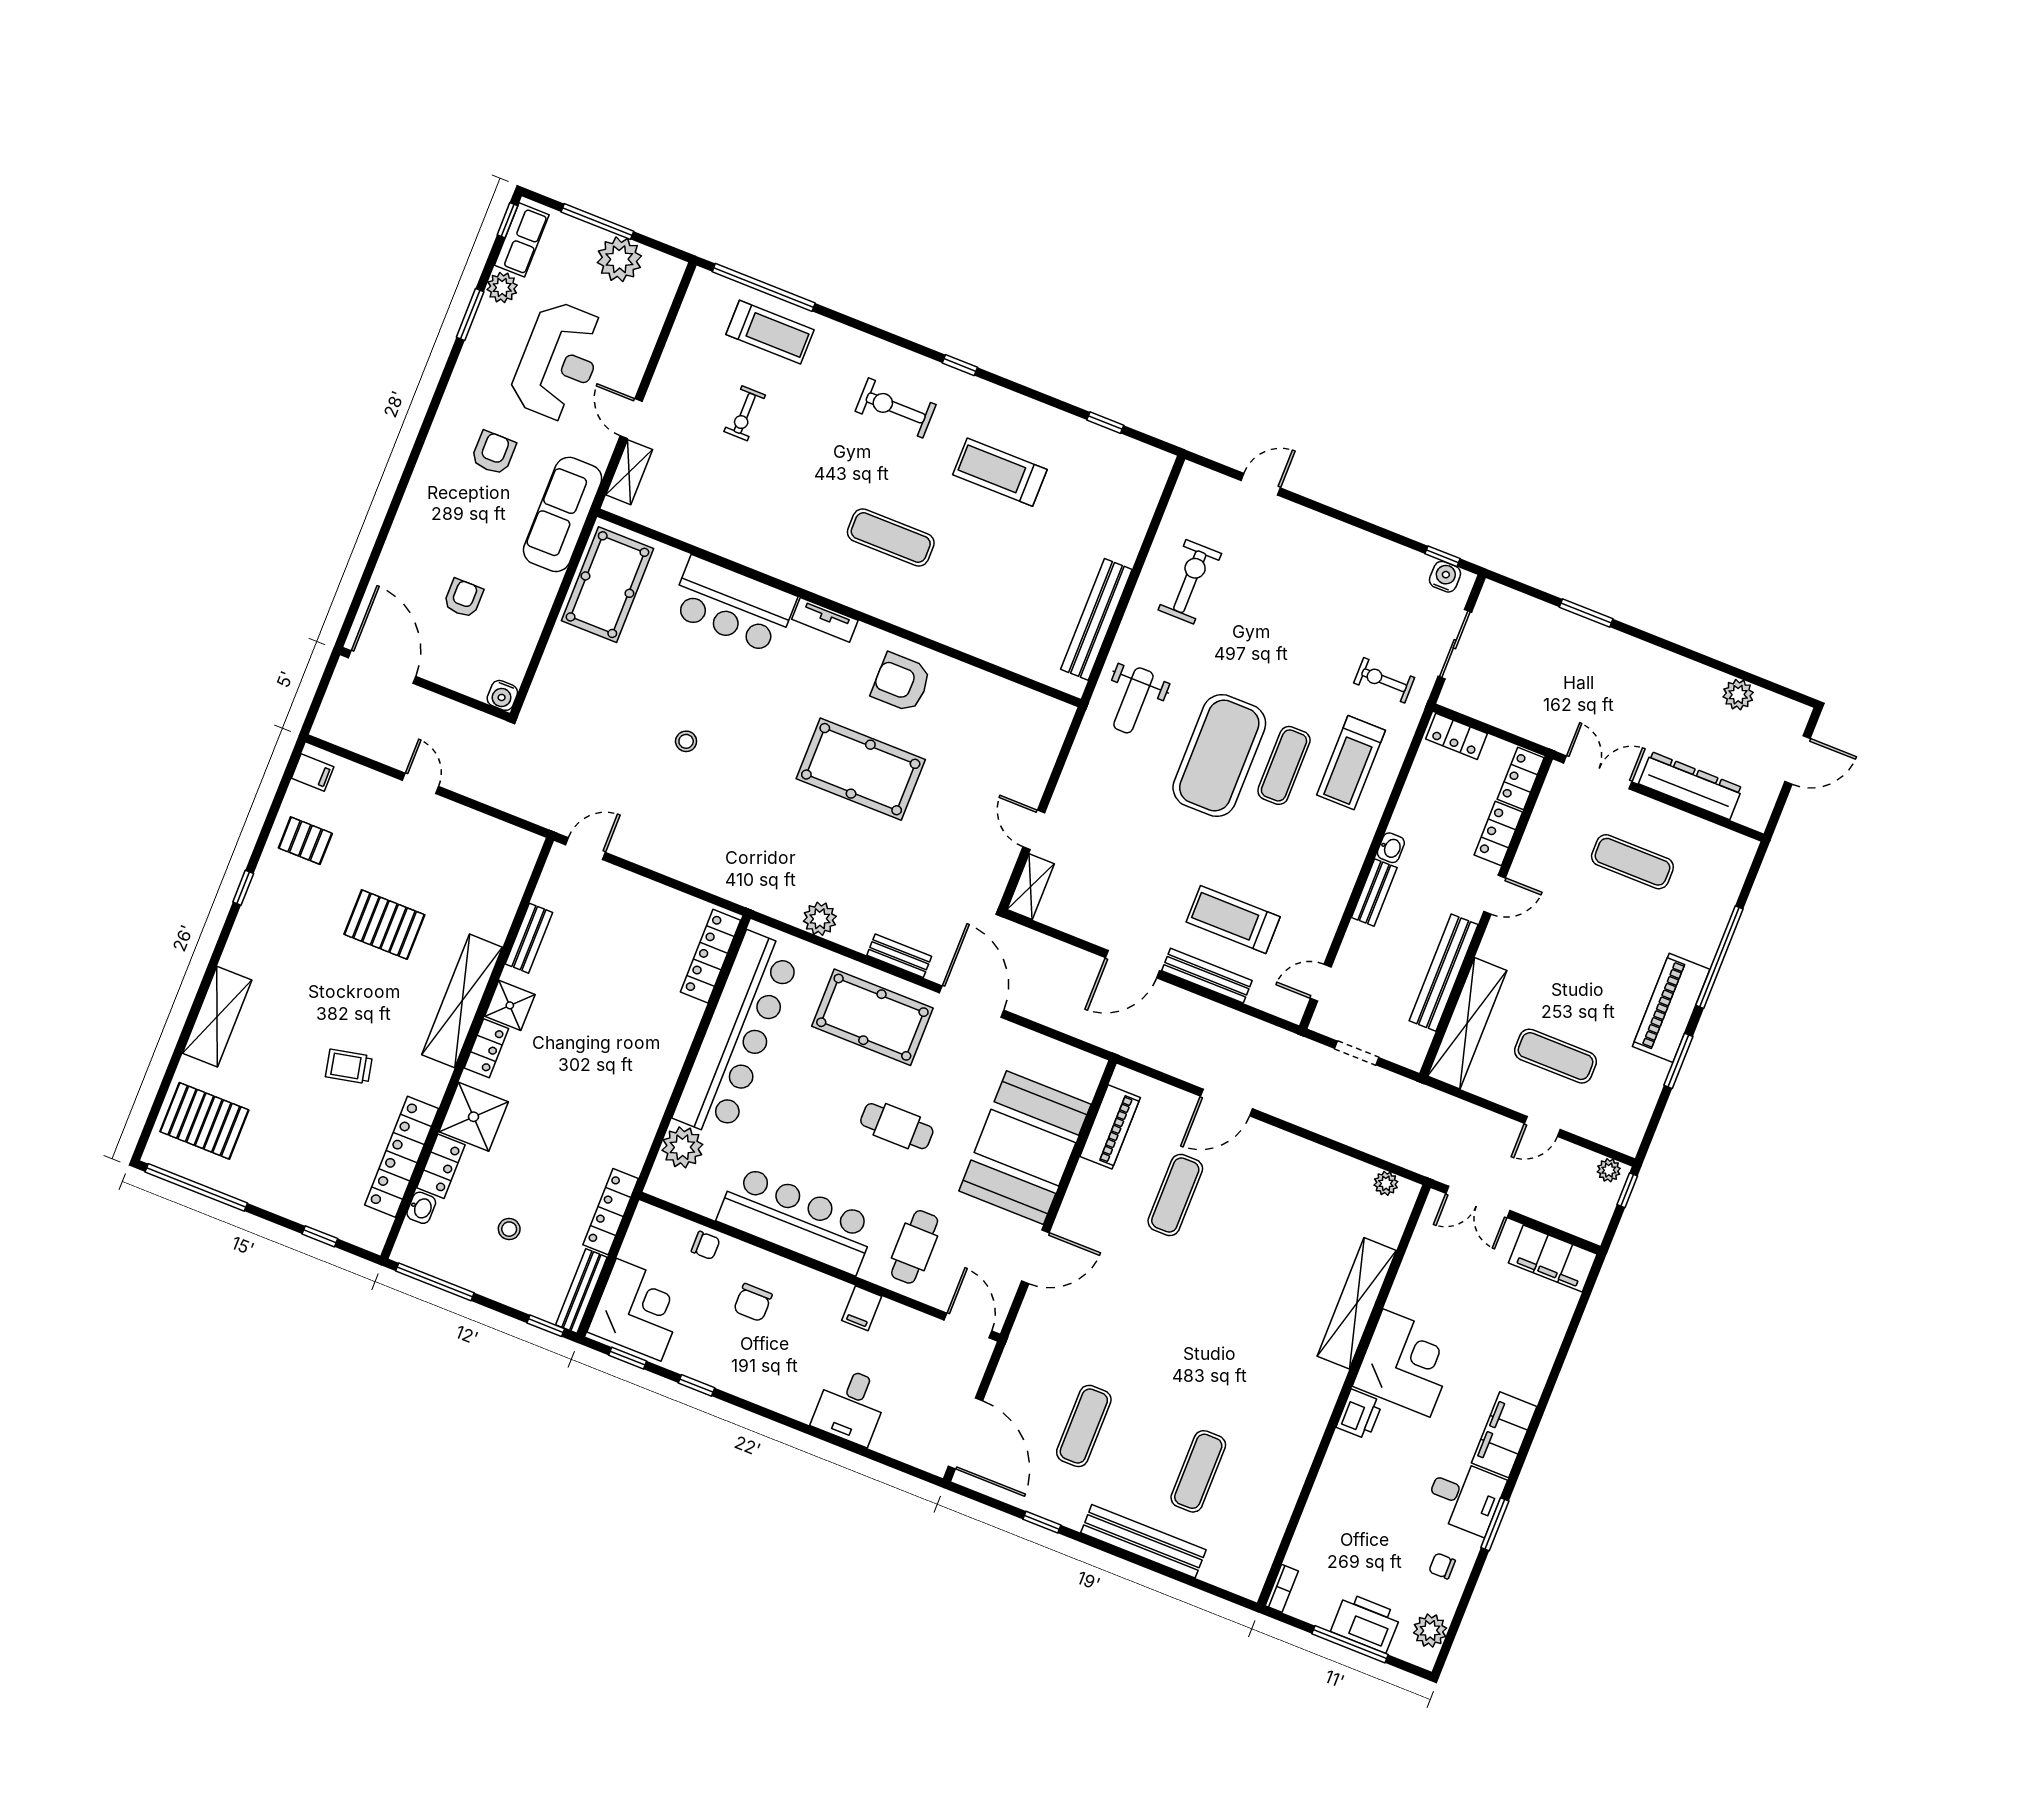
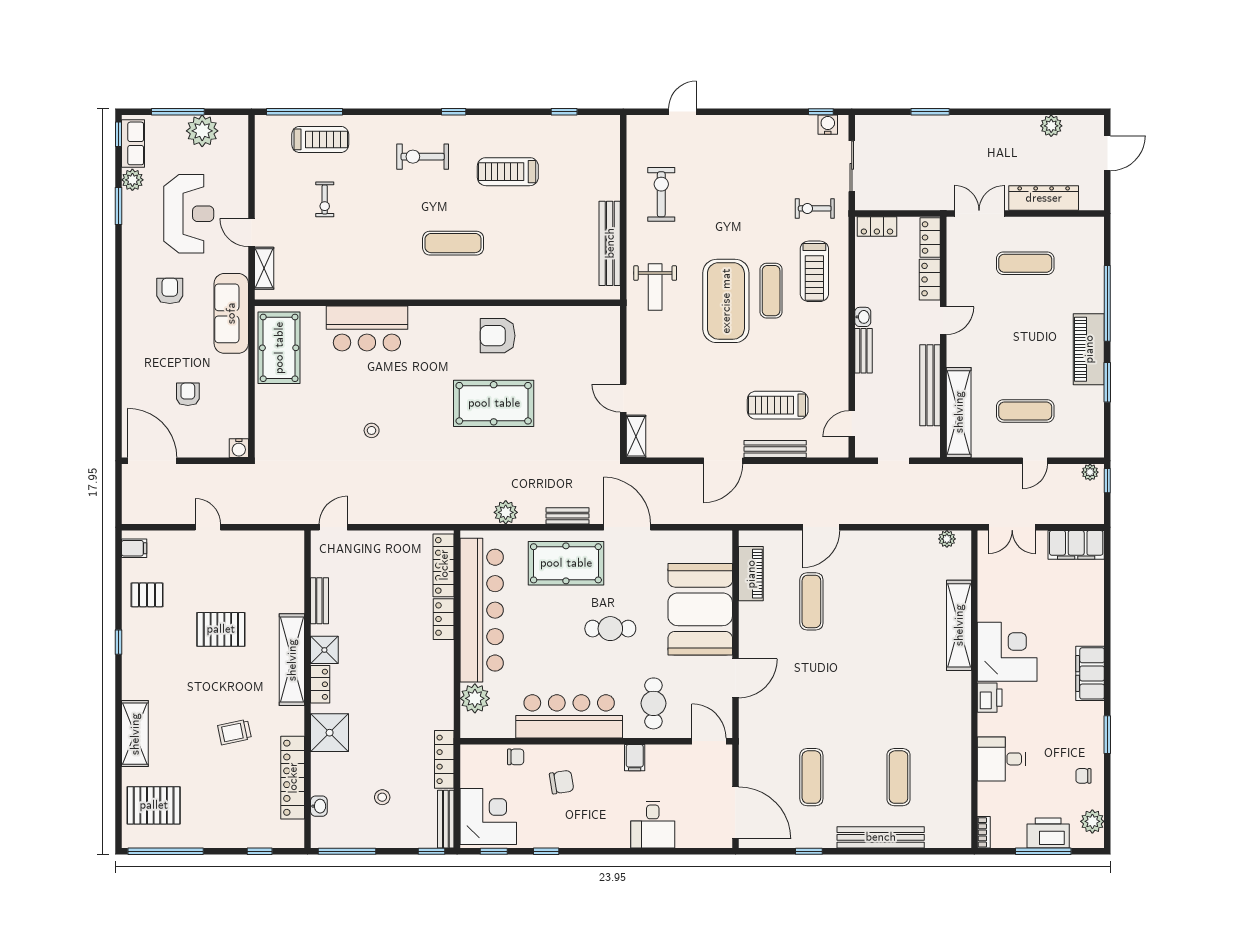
tv unit: (825, 620) -> (431, 314), removed
locker: (441, 1166) -> (444, 619), moved, turned 180
chair: (753, 1303) -> (562, 782), turned -99
desk: (1465, 1497) -> (1001, 759), moved, turned 180

